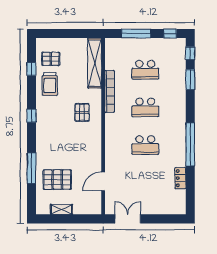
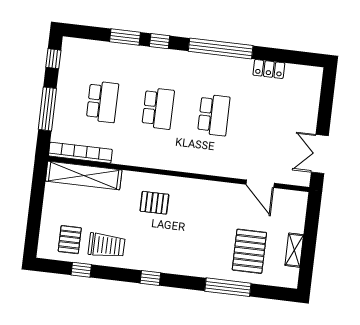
window: (190, 53) -> (160, 41), moved
bookcase: (110, 91) -> (80, 153), moved

